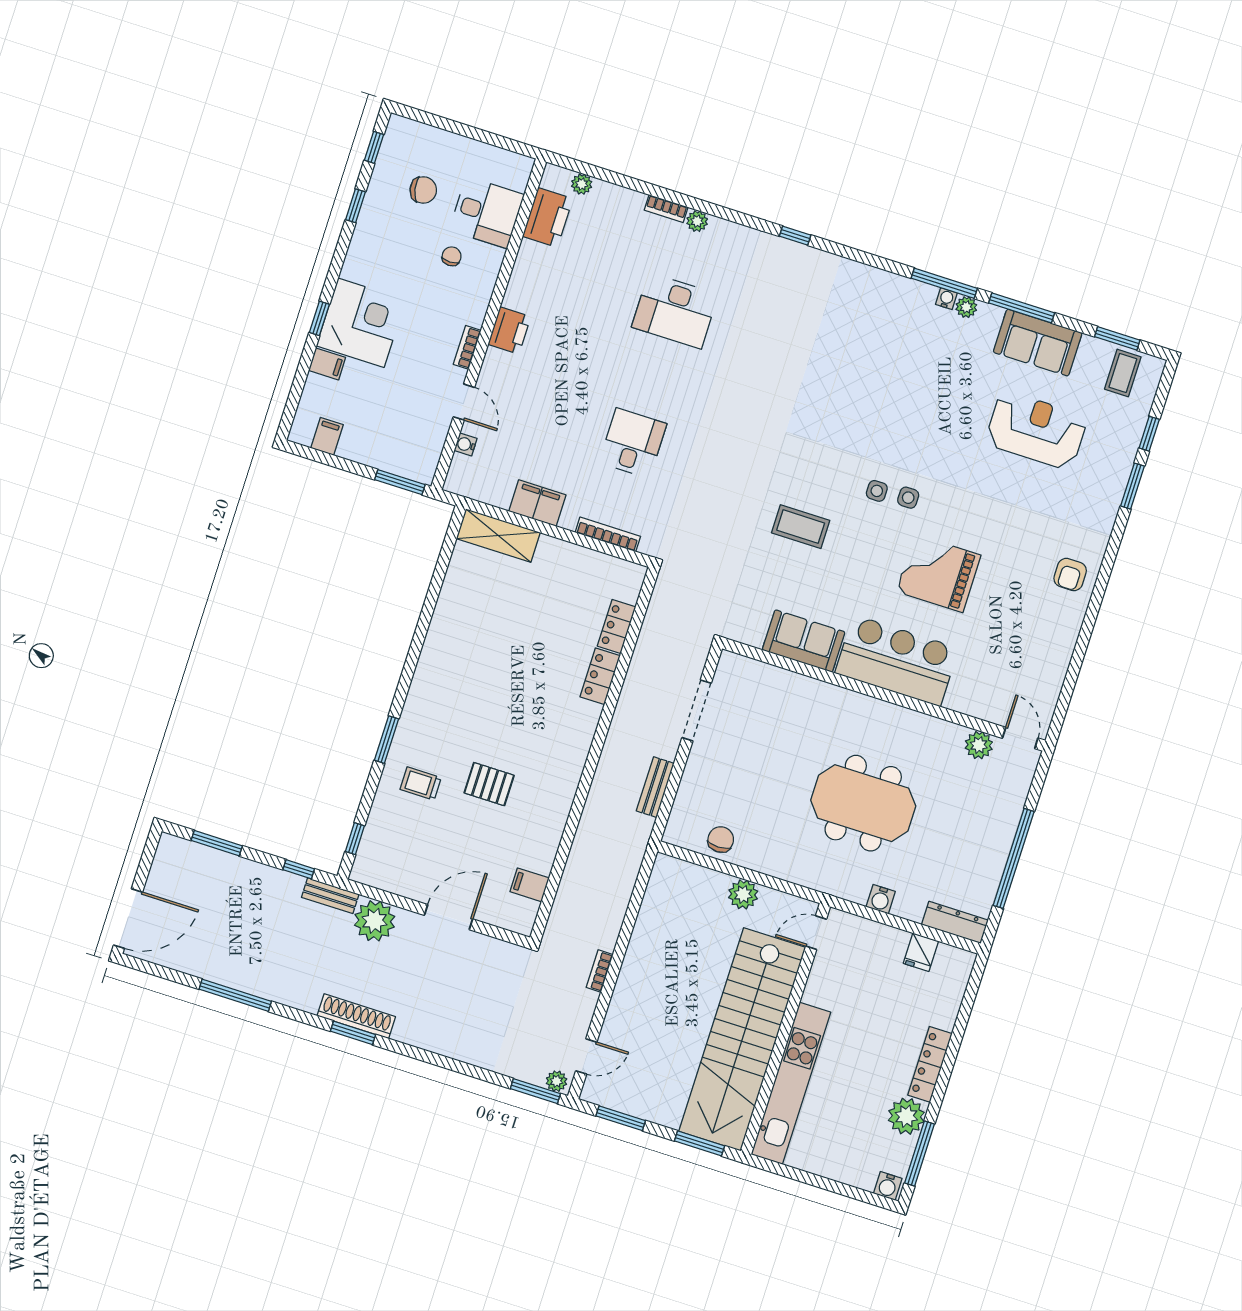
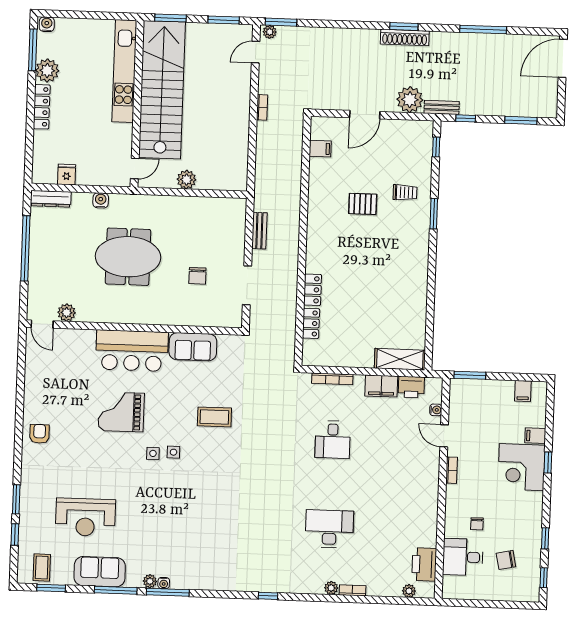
printer: (509, 331) -> (411, 387), moved, turned -90
grand piano: (939, 573) -> (121, 412), turned 180
chair: (721, 839) -> (197, 276), moved

